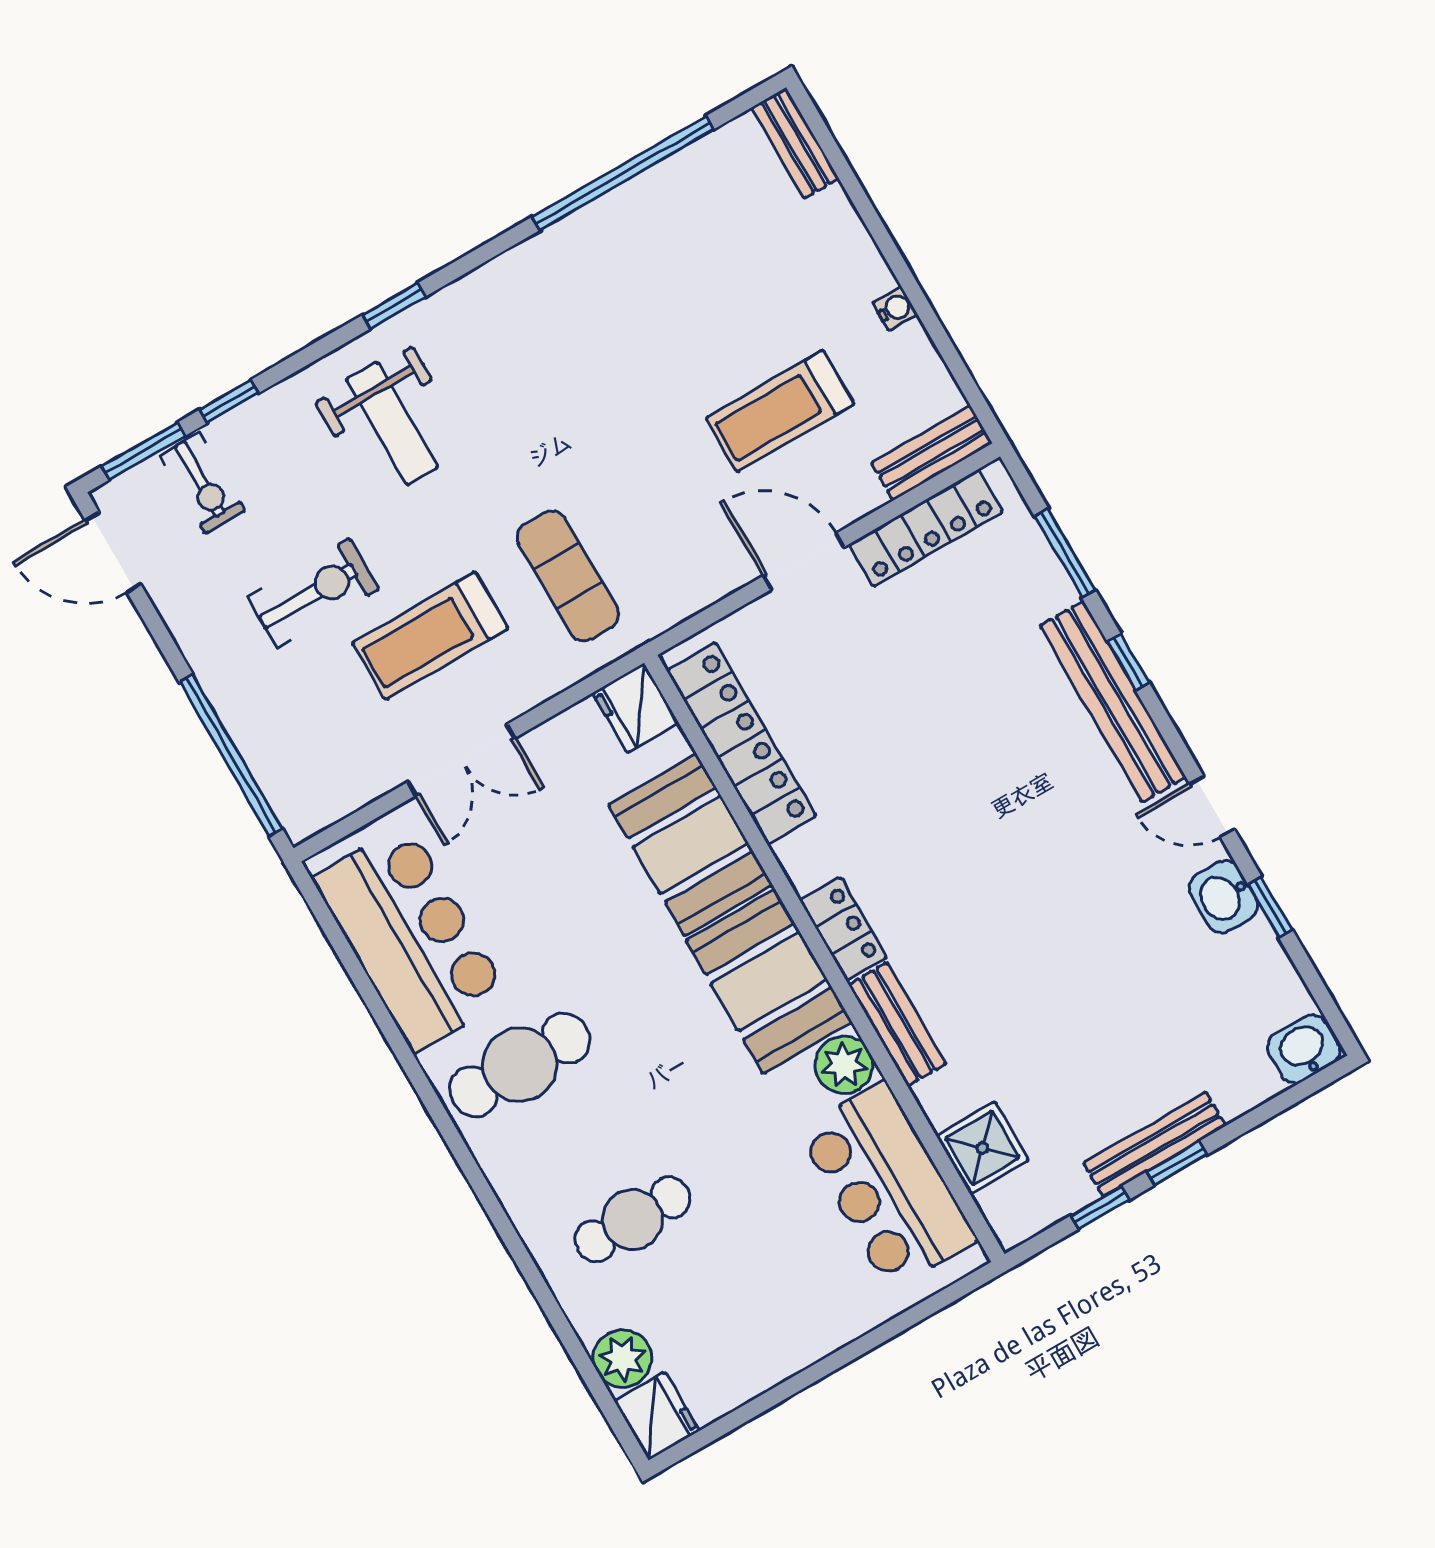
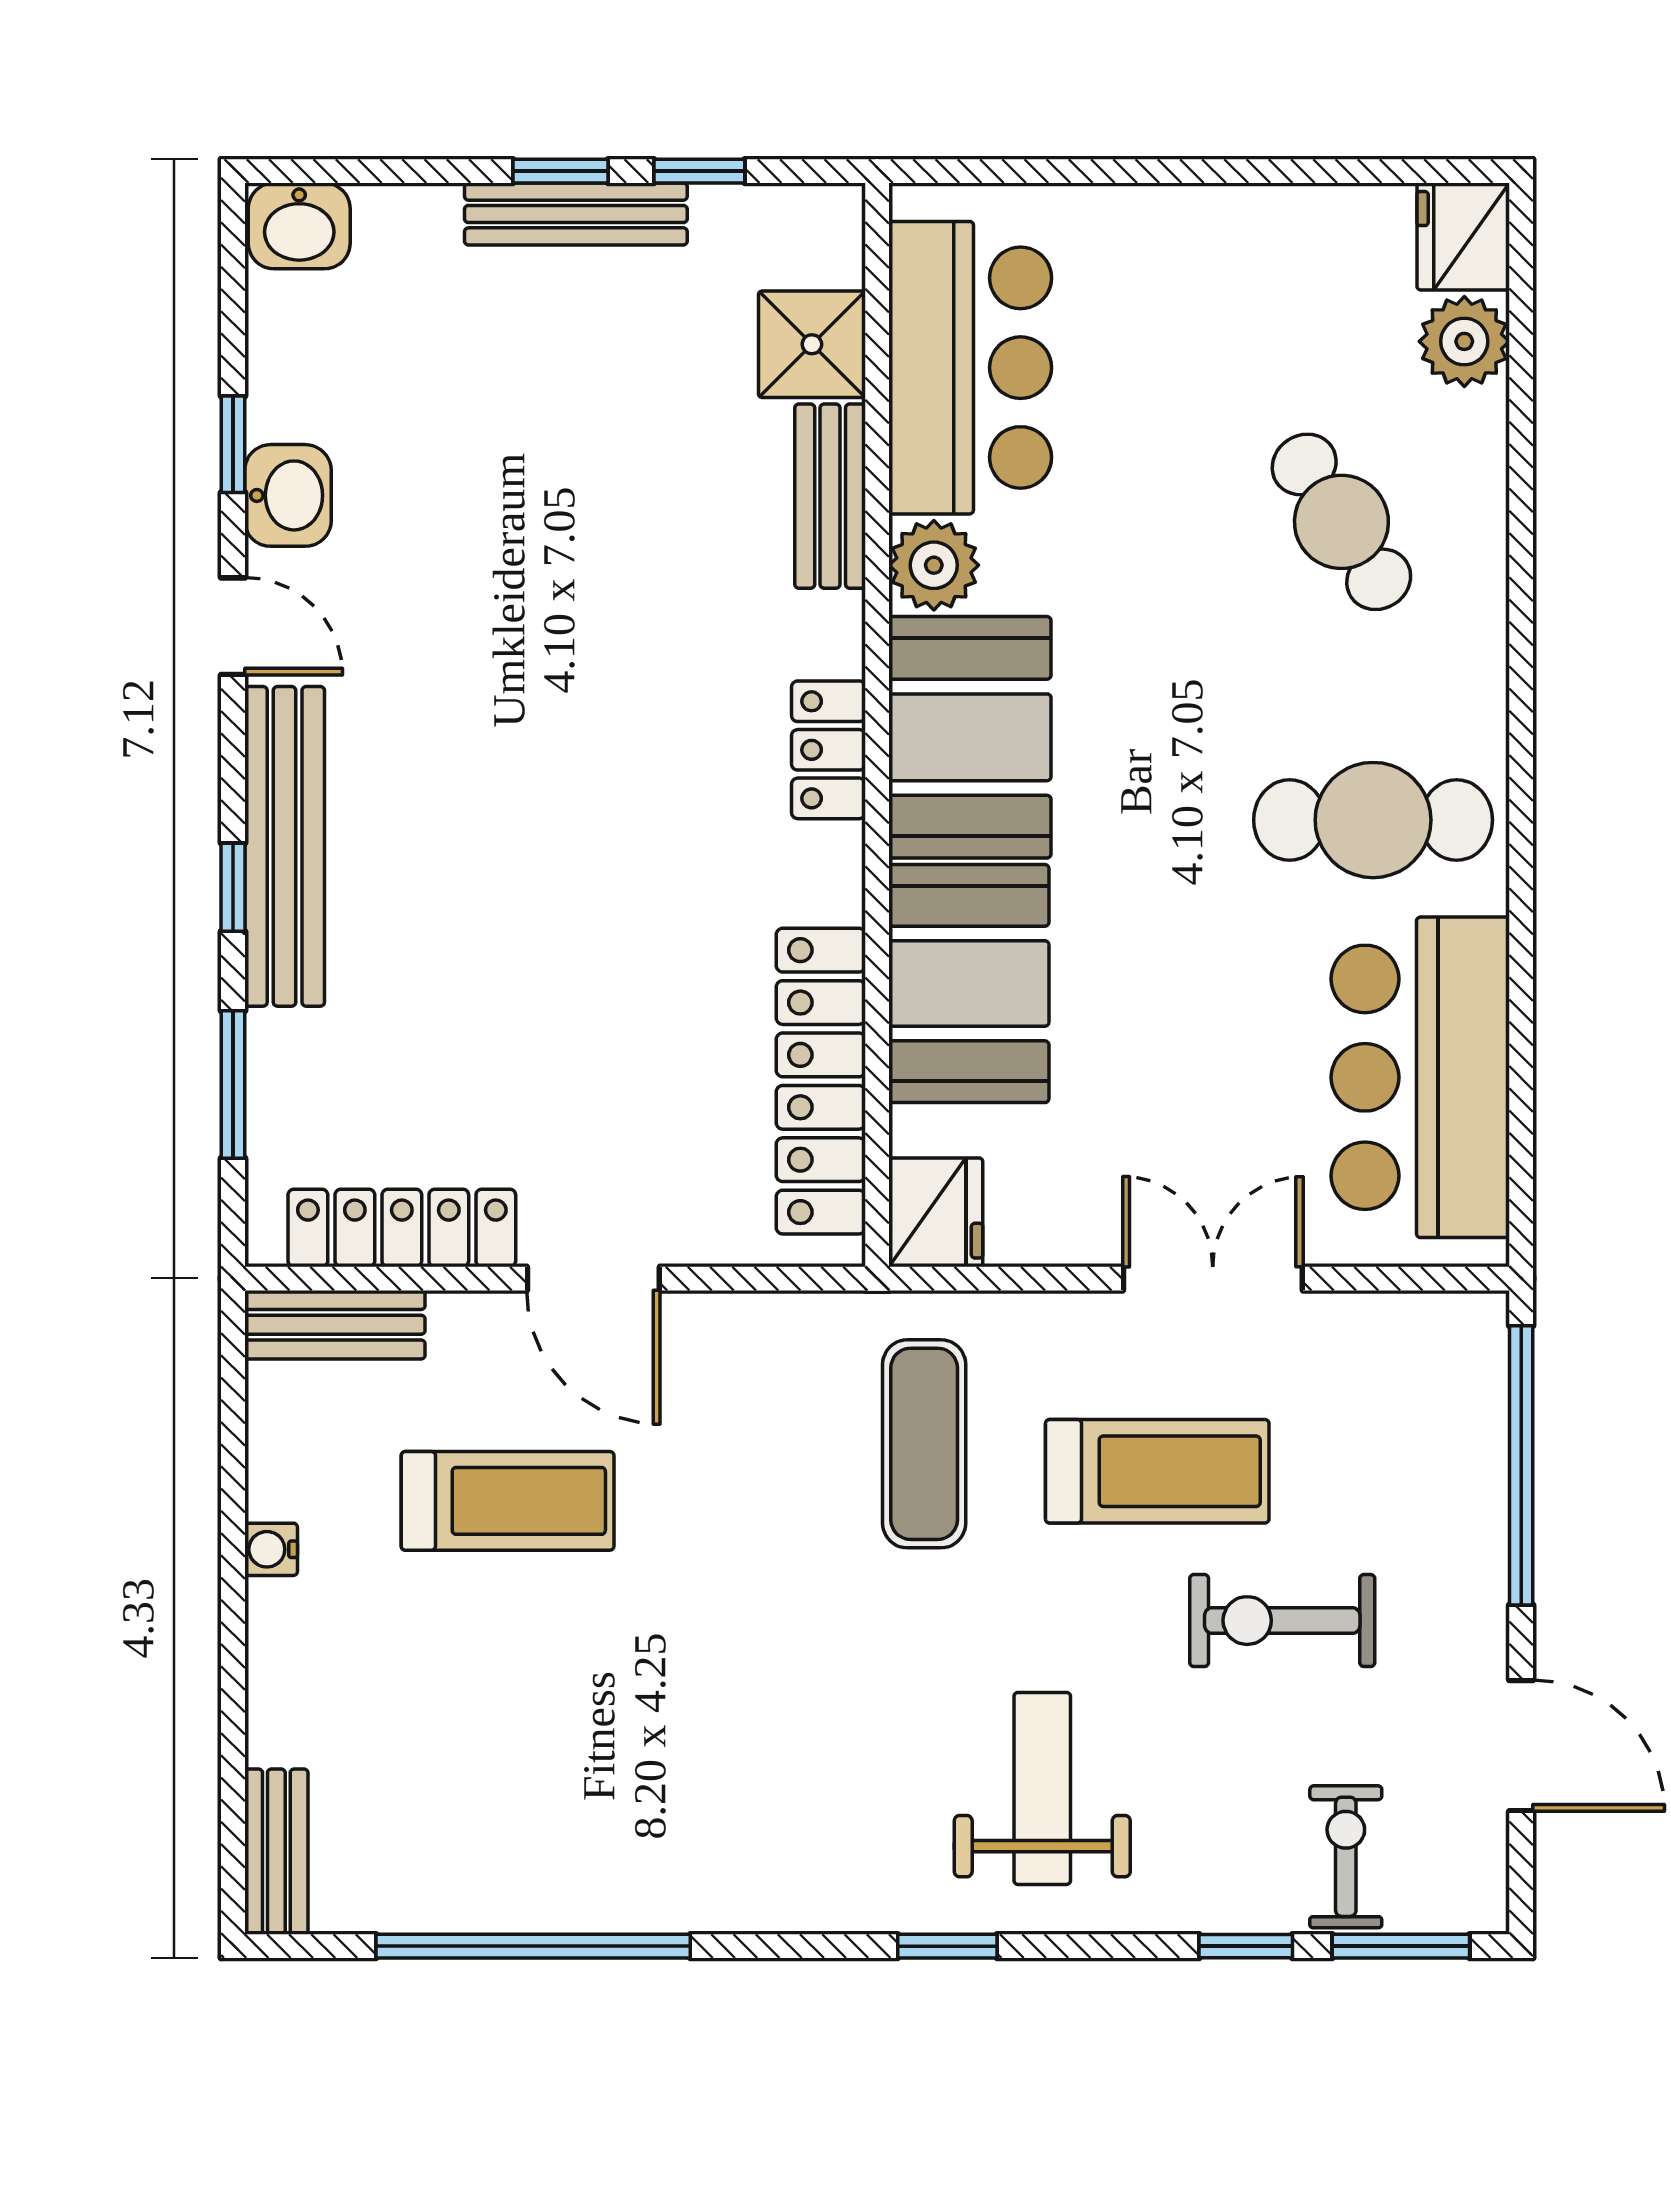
door: (113, 552) -> (1521, 1746), moved
bench: (897, 1024) -> (830, 496), moved
cafe table: (633, 1219) -> (1341, 522), turned 57

